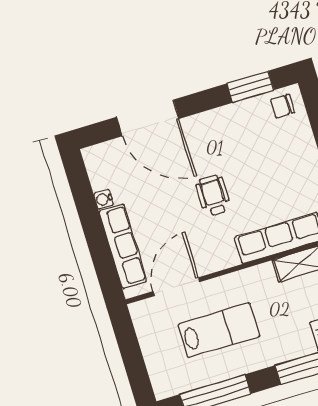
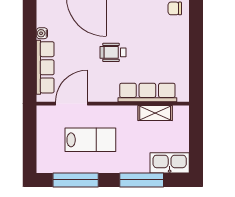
wheelchair: (213, 196) -> (113, 52), turned -90

